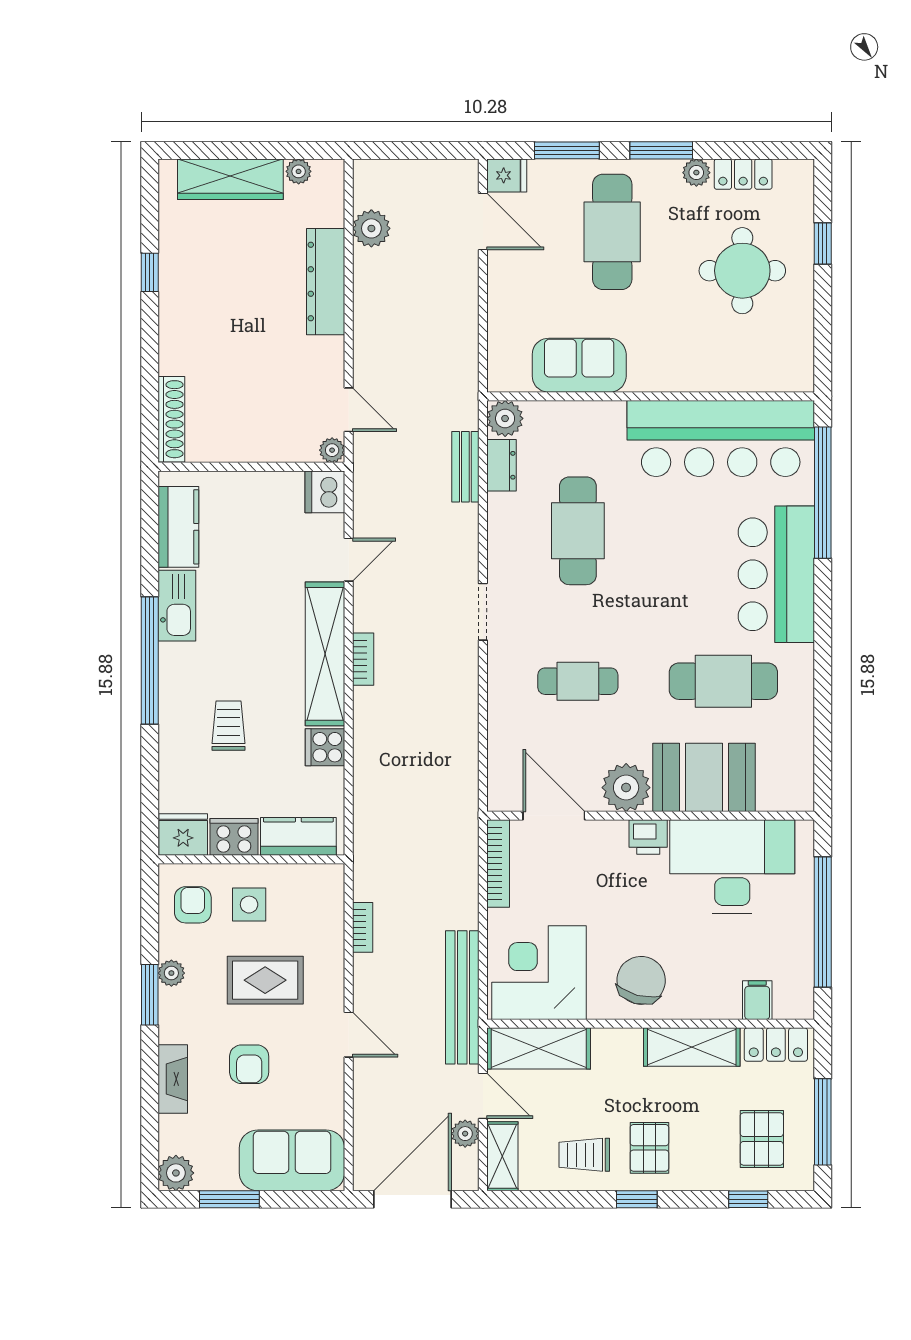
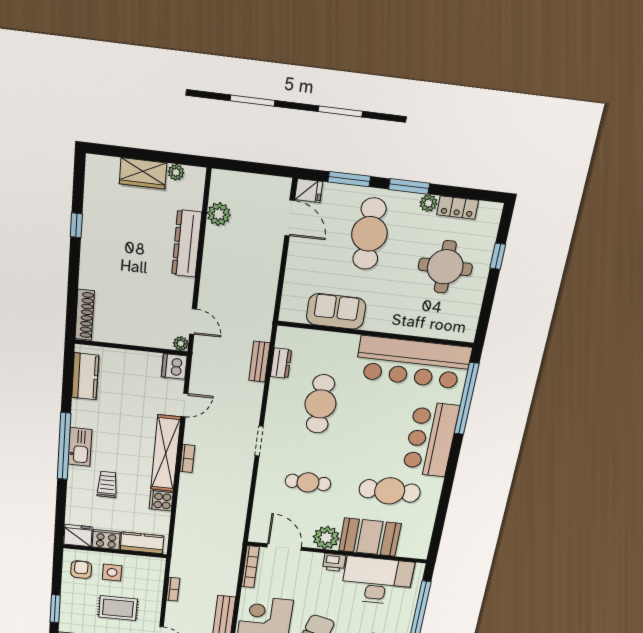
wardrobe: (230, 179) -> (143, 173), width x0.67
plant: (505, 418) -> (287, 337), removed
kitchen sink: (177, 606) -> (80, 447), moved
plant: (171, 973) -> (67, 600), removed

